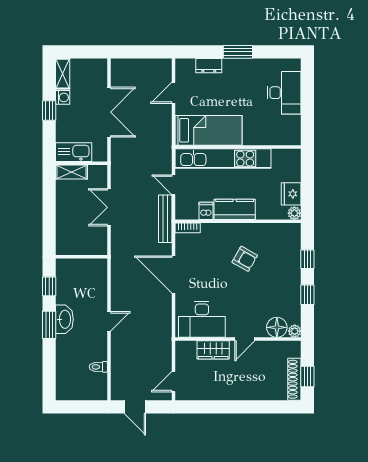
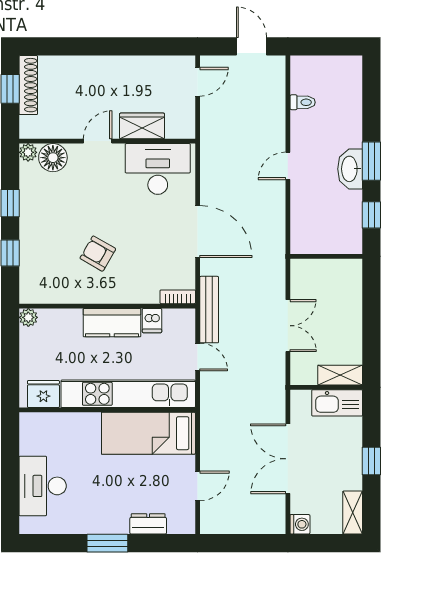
washing machine: (63, 97) -> (300, 524), moved, turned 180
fridge: (291, 194) -> (43, 394), moved, turned -90

